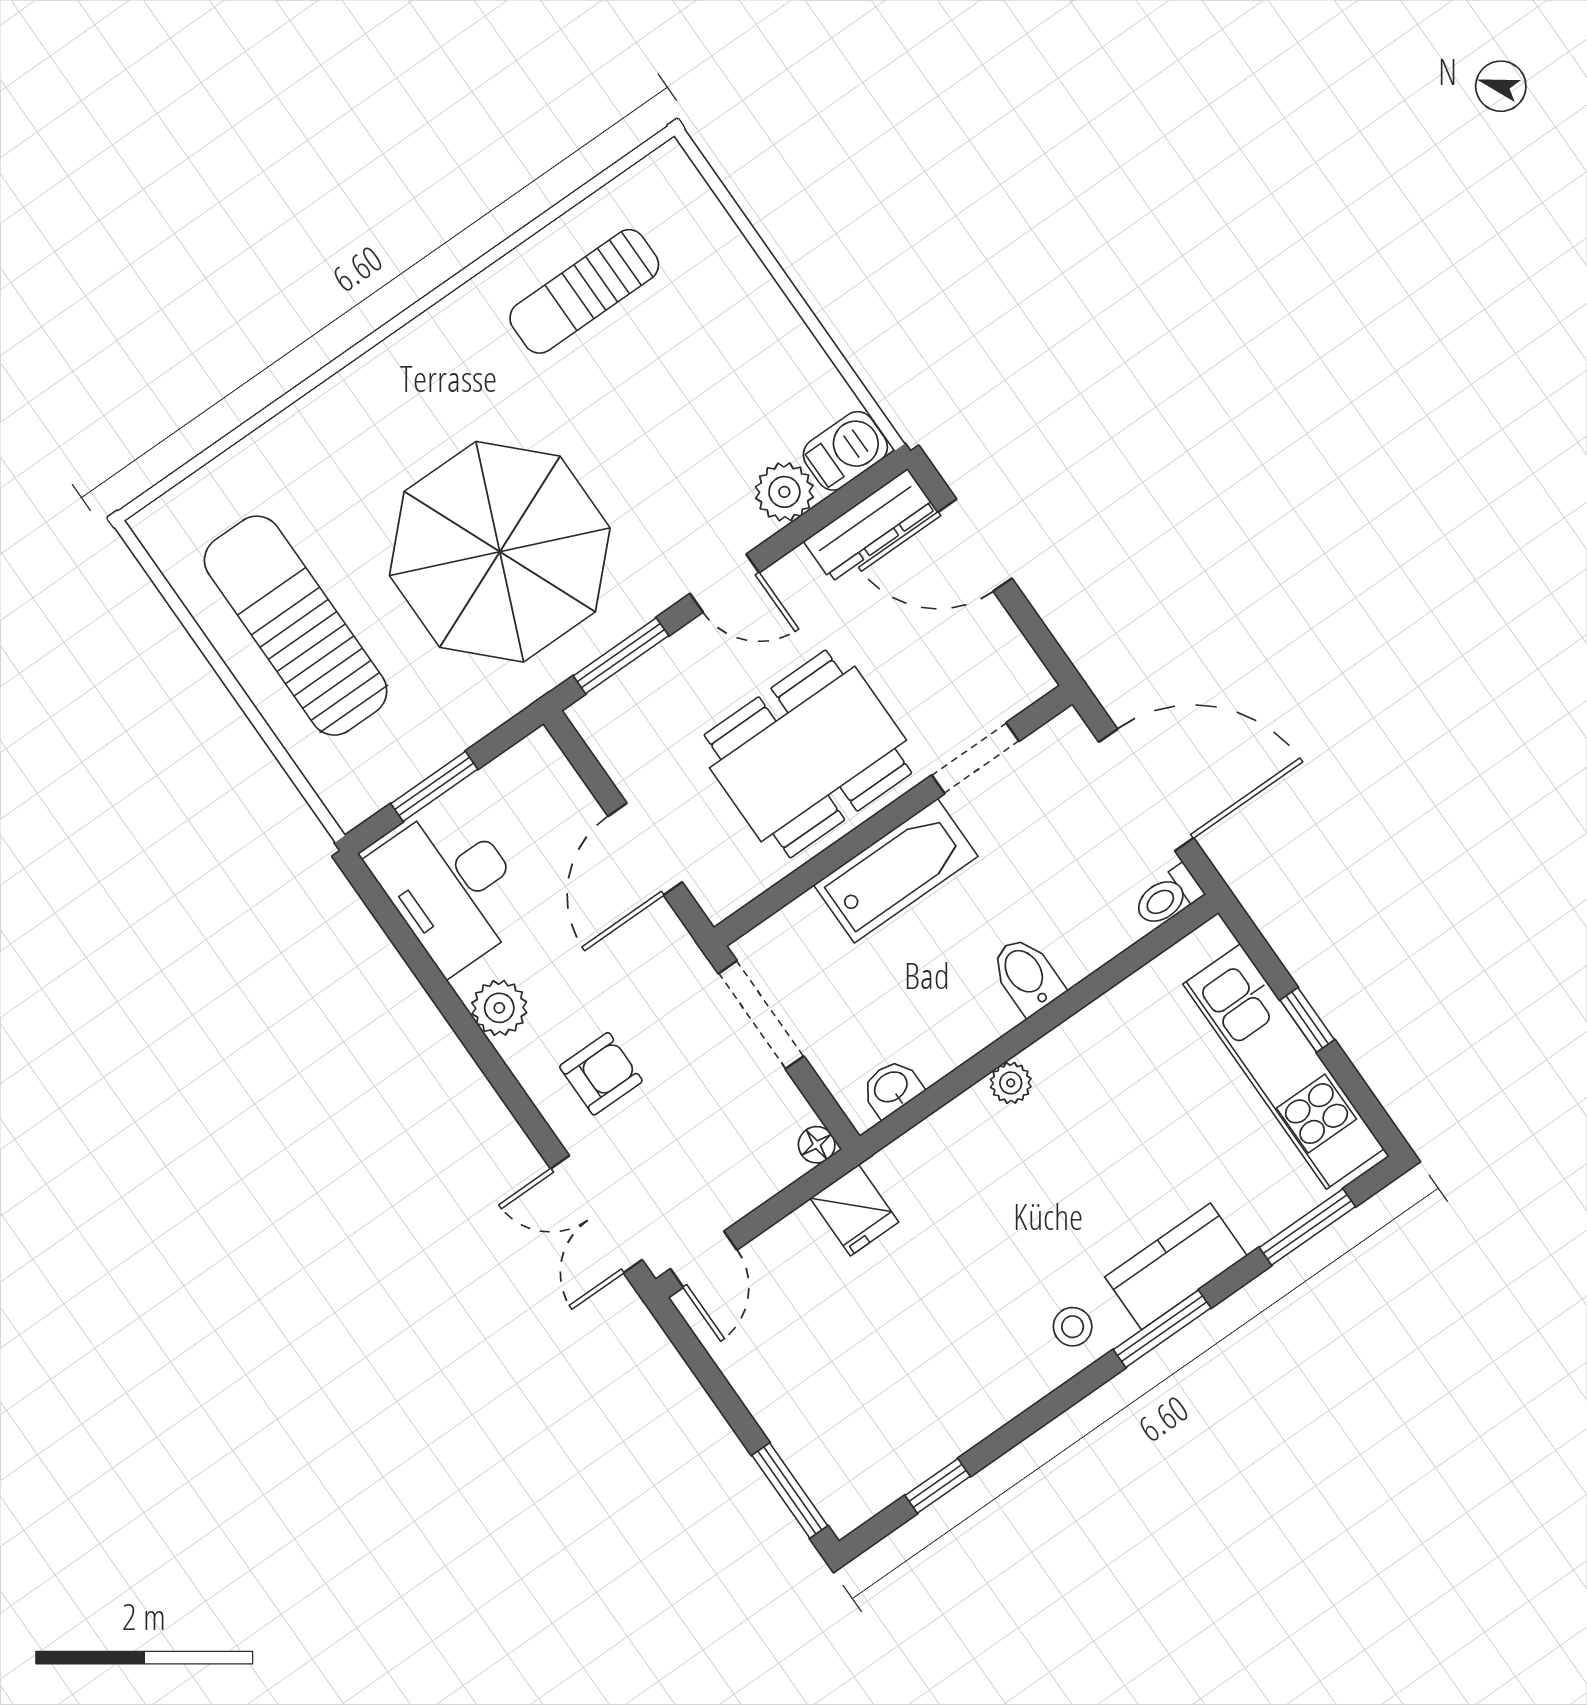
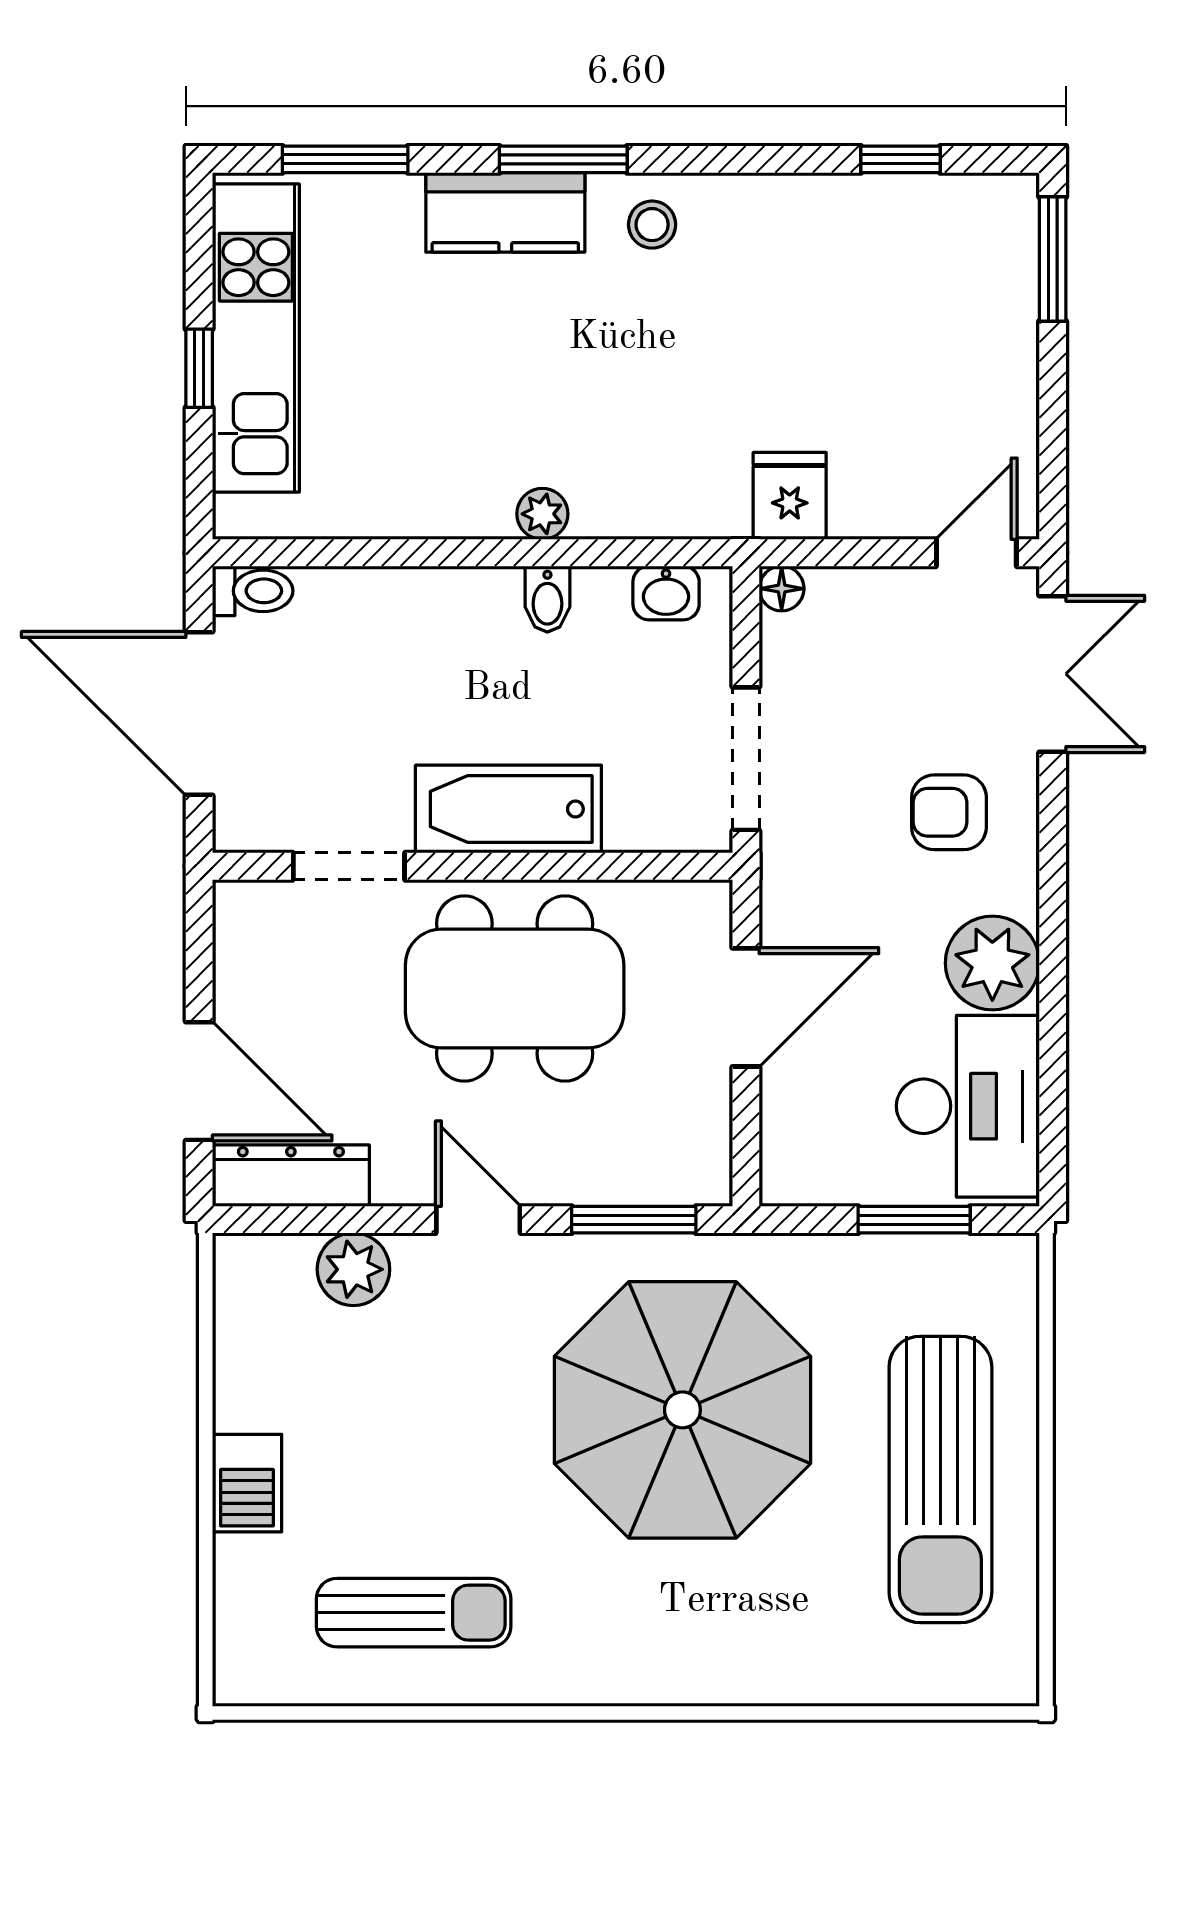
barbecue: (845, 451) -> (247, 1483), moved, turned -90
bidet: (1027, 975) -> (547, 599), moved, width x0.72, depth x0.74
plant: (499, 1008) -> (992, 963), width x1.36, depth x1.36

